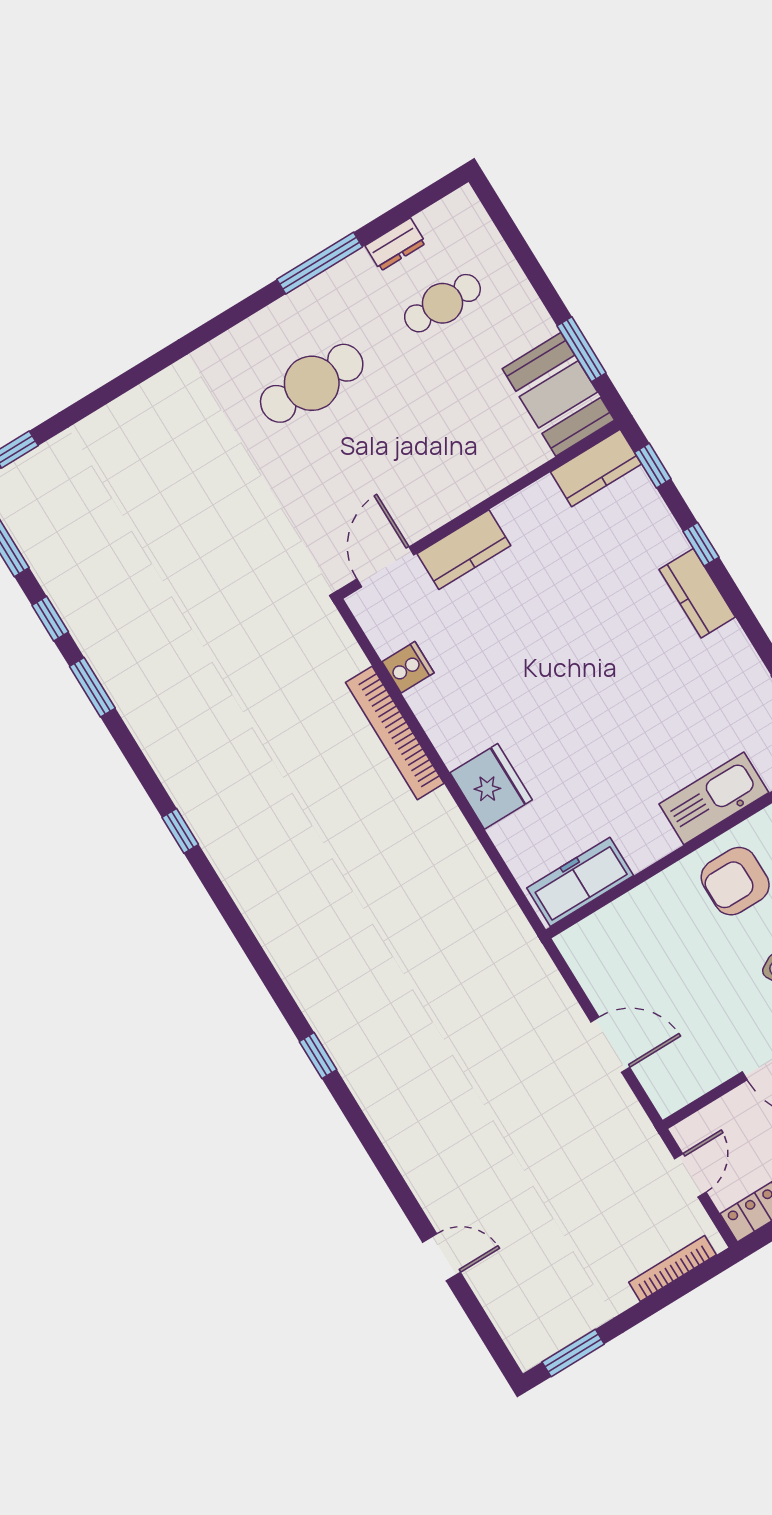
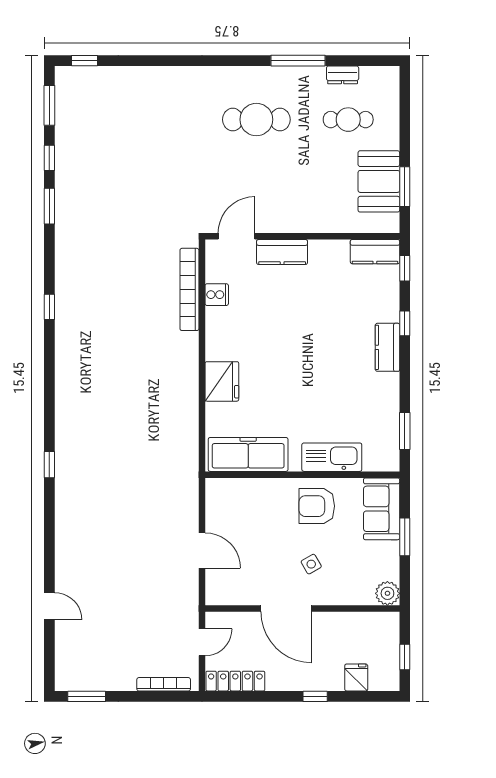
booth: (558, 394) -> (379, 181), moved
bookcase: (395, 733) -> (189, 289), moved
freezer: (580, 882) -> (248, 454), width x1.36, depth x1.26

